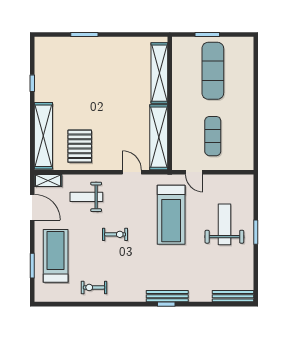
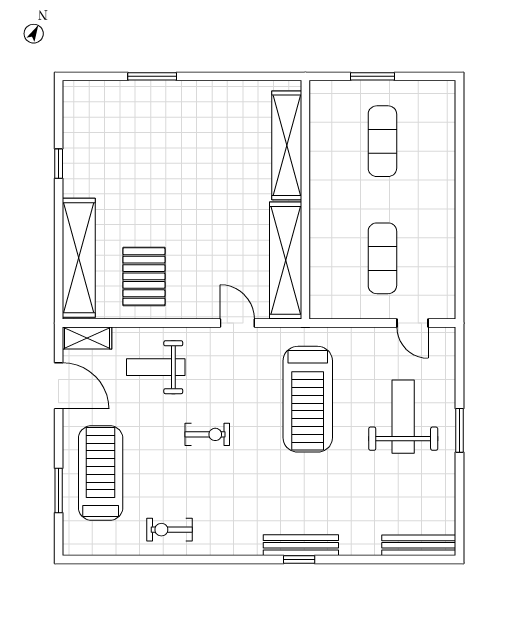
exercise mat: (213, 71) -> (382, 141), width x0.73, depth x0.69
door: (194, 172) -> (412, 323), moved

